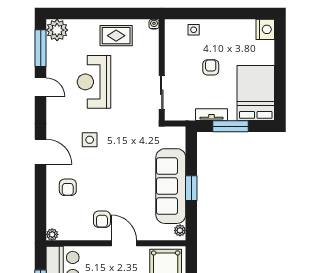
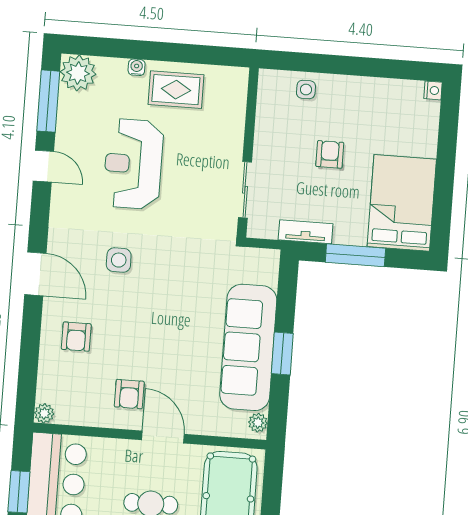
water cooler: (154, 24) -> (137, 67), moved
nightstand: (265, 29) -> (433, 90), width x0.53, depth x0.56
tv unit: (211, 115) -> (306, 232), moved

